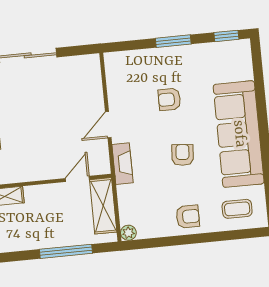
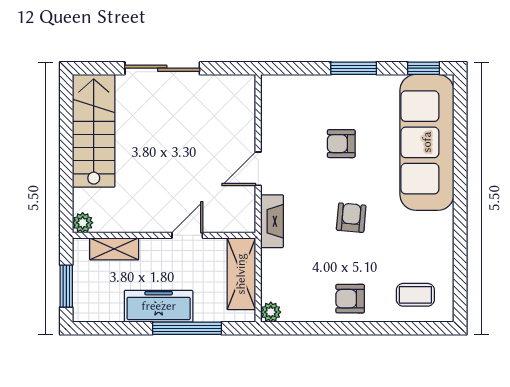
sofa: (239, 134) -> (427, 142), moved
door: (77, 179) -> (187, 235), moved
armchair: (188, 217) -> (350, 299), turned 180
freezer: (43, 237) -> (159, 306), added

